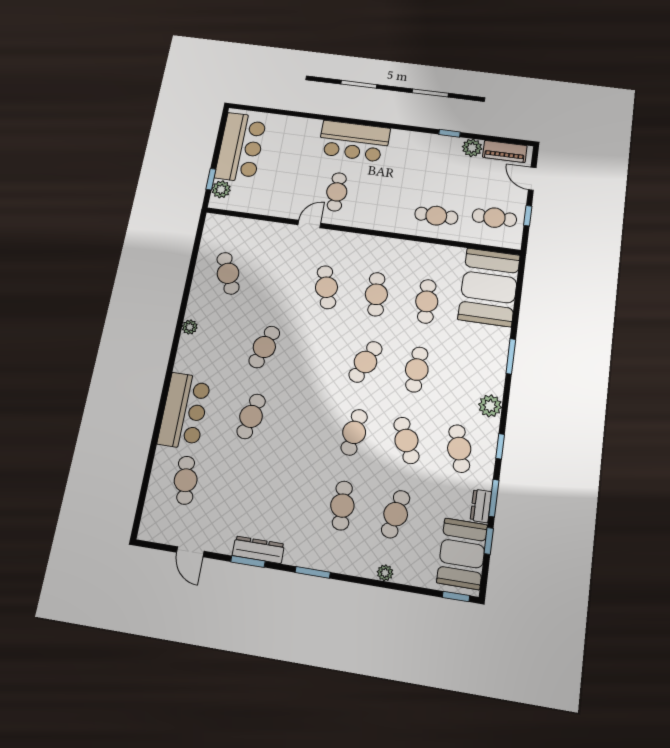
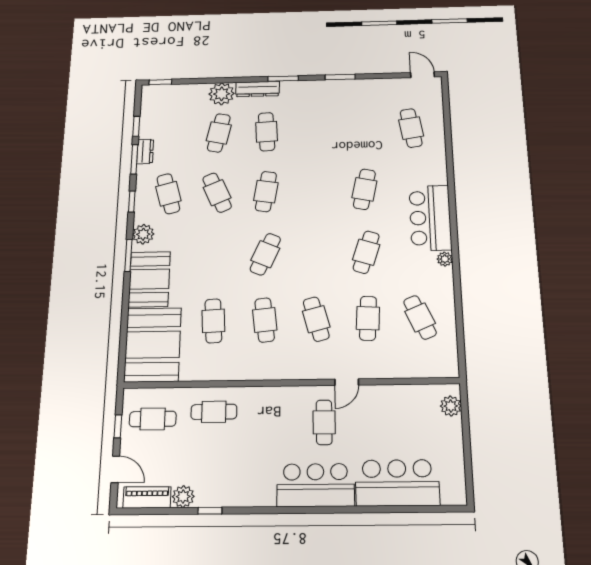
bar counter: (241, 147) -> (397, 483), moved, turned 90
window: (211, 179) -> (465, 416), removed
window: (511, 356) -> (128, 255), moved
cafe table: (417, 370) -> (368, 318), moved
bar counter: (184, 411) -> (430, 218), moved
dresser: (258, 550) -> (258, 89), moved
door: (190, 552) -> (422, 75), moved
booth: (462, 554) -> (149, 279), moved
plant: (385, 573) -> (222, 94), width x1.88, depth x1.88

